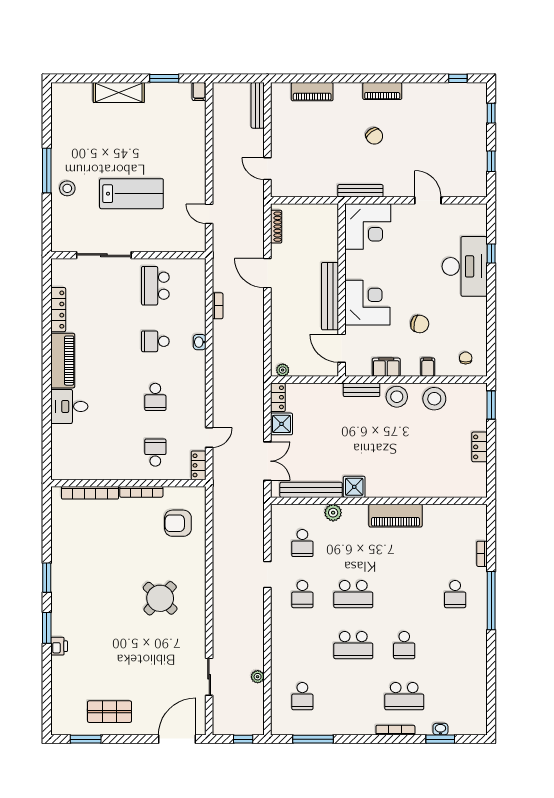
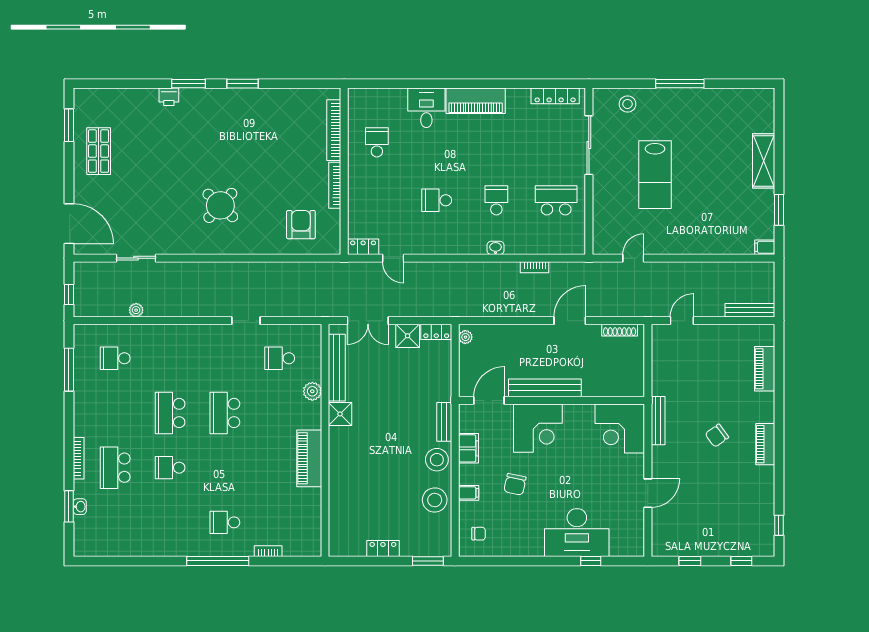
stool: (67, 188) -> (628, 104), moved
locker: (58, 310) -> (555, 96), moved
school desk: (155, 453) -> (377, 142), moved, turned -90
school desk: (302, 594) -> (225, 358), removed

